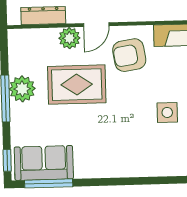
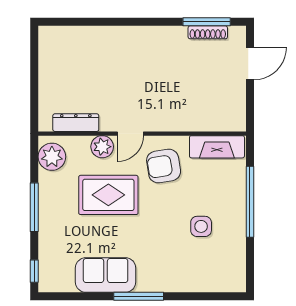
plant: (22, 89) -> (52, 157), moved
sofa: (44, 163) -> (106, 275), moved
window: (49, 183) -> (139, 296), moved

